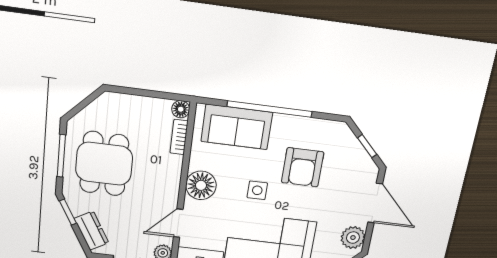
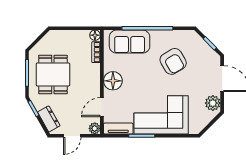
armchair: (303, 167) -> (173, 61), turned -31
side table: (257, 190) -> (148, 80), removed

